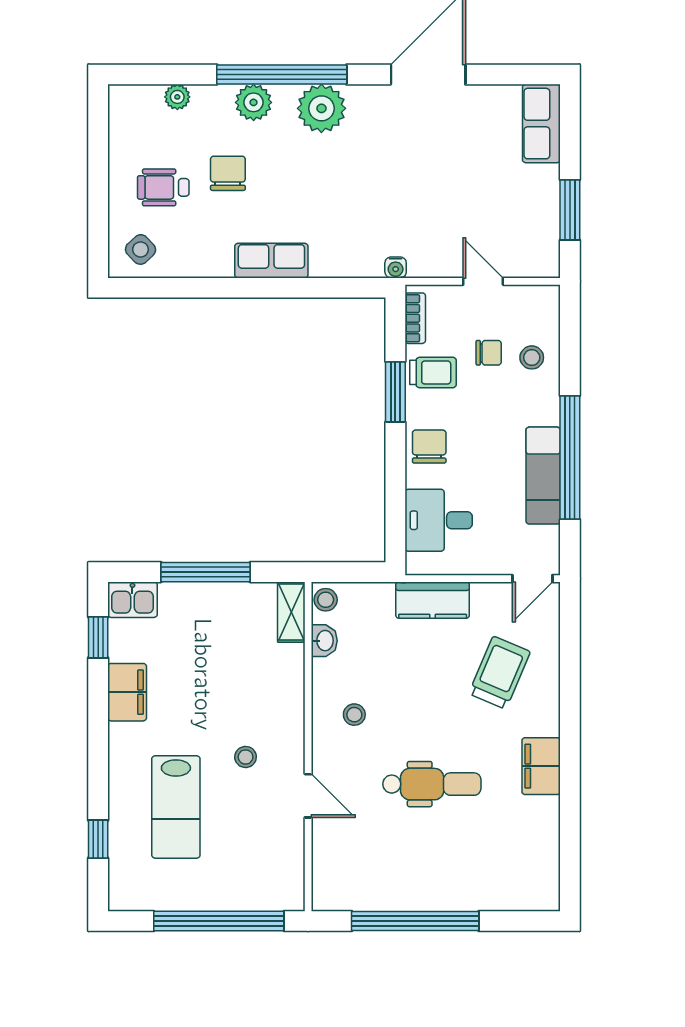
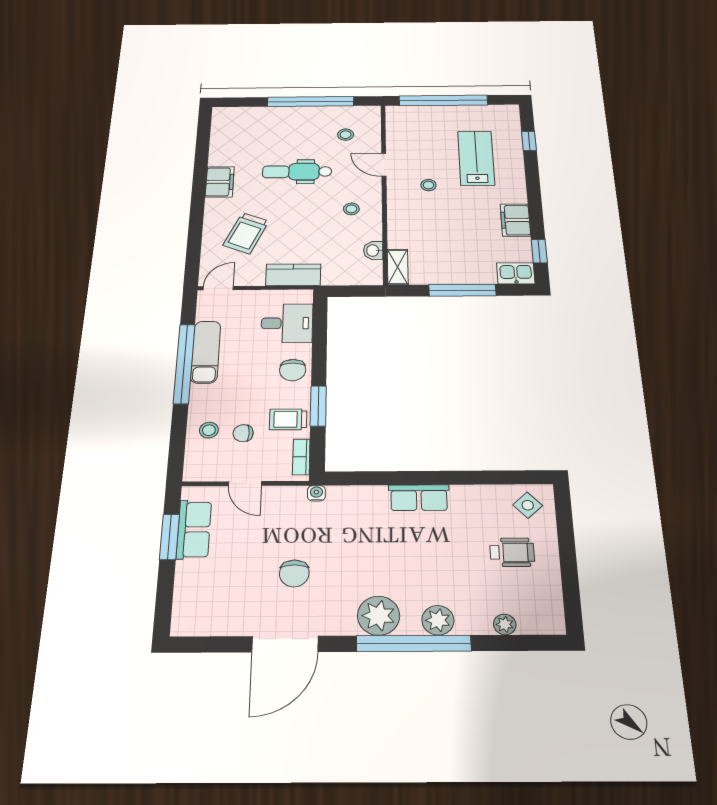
row of seats: (541, 124) -> (194, 529), moved
chair: (228, 173) -> (294, 573), moved
stool: (326, 600) -> (346, 135), moved

